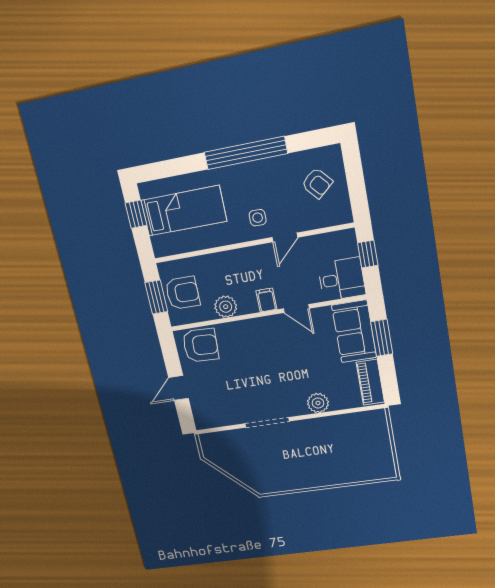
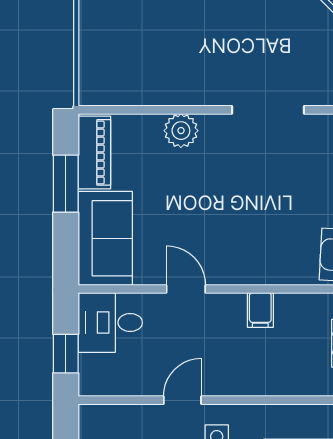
filing cabinet: (266, 300) -> (260, 310), moved
plant: (226, 307) -> (293, 310), removed
window: (382, 338) -> (66, 184), moved

